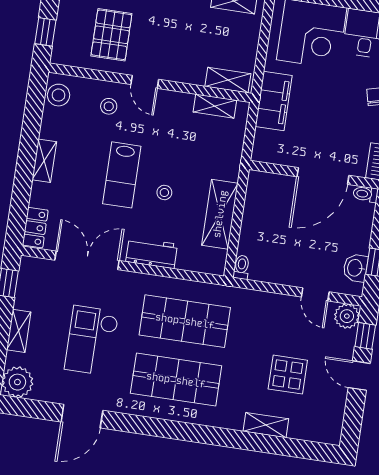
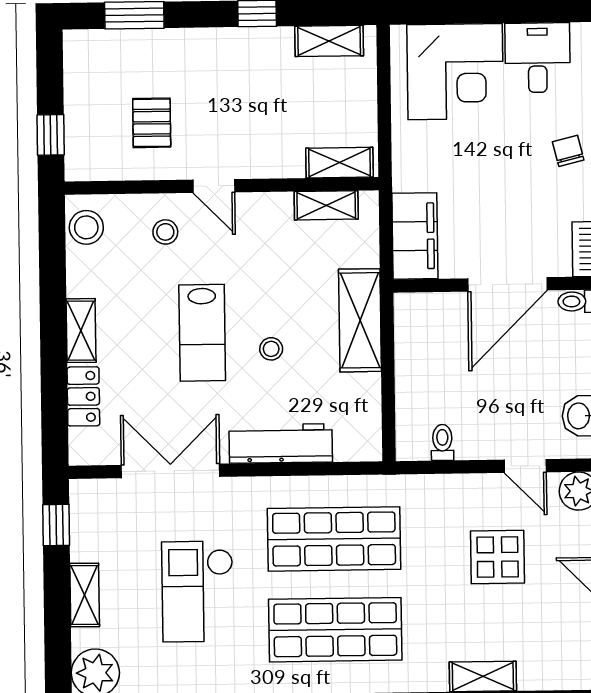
pallet: (111, 35) -> (152, 123), width x0.67, depth x0.71
filing cabinet: (274, 101) -> (415, 236), moved
shelving: (220, 214) -> (360, 320), moved
locker: (35, 228) -> (83, 396), moved
workbench: (152, 253) -> (281, 443), width x1.38
toilet: (241, 267) -> (442, 442), moved
display table: (288, 375) -> (498, 557), moved

